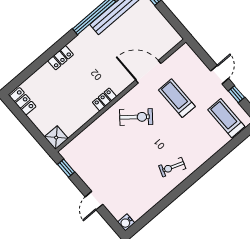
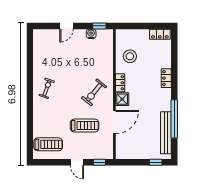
window: (236, 94) -> (100, 162), moved
stool: (70, 112) -> (130, 56), added
shower: (56, 138) -> (122, 99), moved
door: (94, 201) -> (66, 26), swing flipped
water cooler: (126, 222) -> (91, 34), moved

